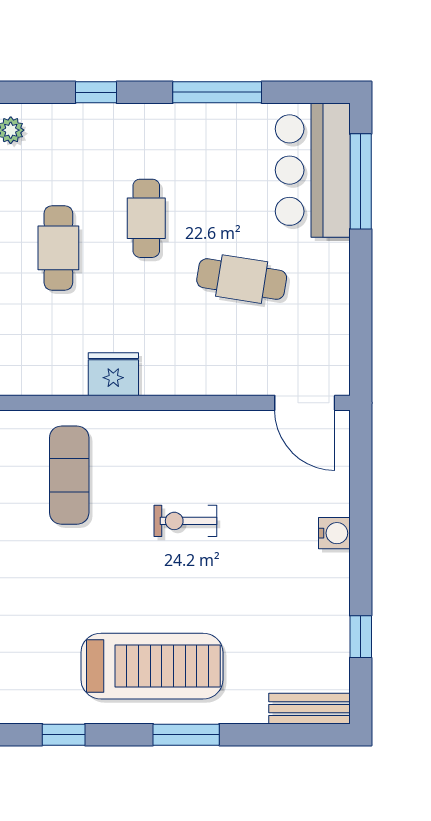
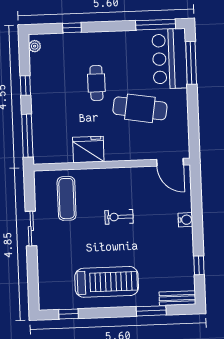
window: (217, 92) -> (156, 25), moved
cafe table: (58, 248) -> (58, 98), removed
cafe table: (242, 279) -> (140, 108), width x1.37, depth x1.35
fridge: (113, 374) -> (88, 149), width x1.36, depth x1.34
window: (186, 735) -> (151, 311), moved

